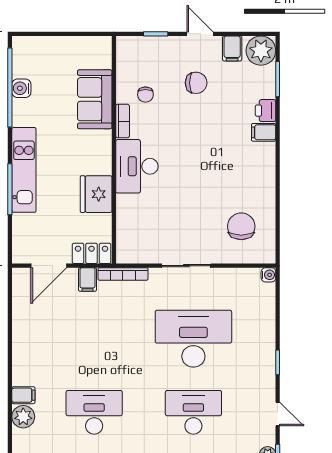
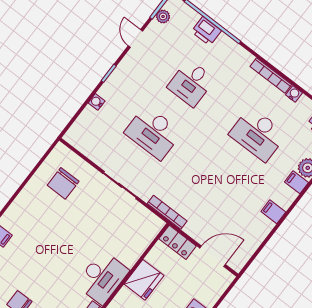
water cooler: (268, 275) -> (97, 102), moved
filing cabinet: (88, 279) -> (273, 212), moved, turned -90
desk: (193, 339) -> (153, 133), width x0.73, depth x0.77
desk: (193, 412) -> (191, 83), width x0.73

